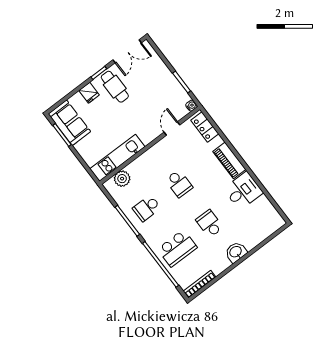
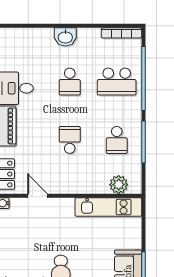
door: (172, 129) -> (37, 196), swing flipped
school desk: (147, 208) -> (117, 140), turned 90
school desk: (177, 248) -> (117, 82), turned 180

